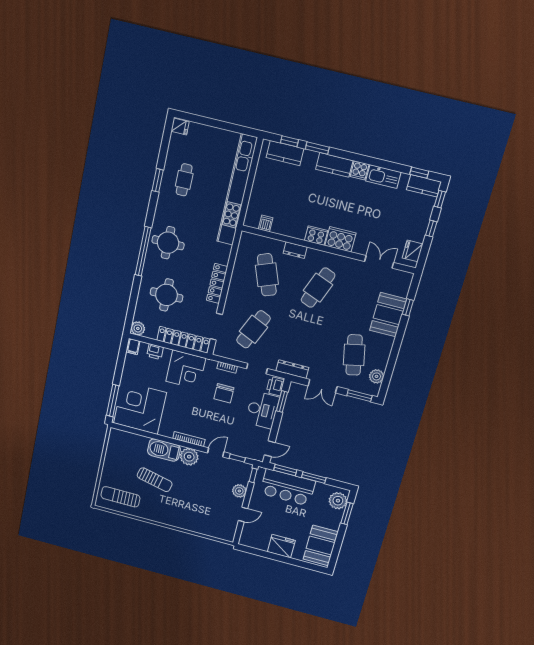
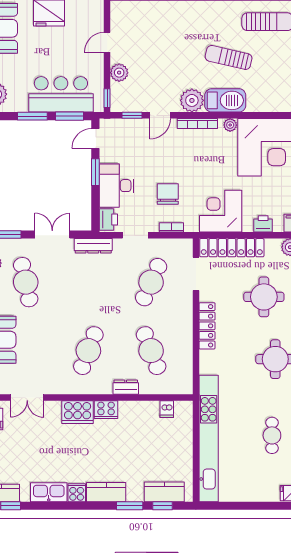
window: (282, 401) -> (95, 172), moved
plant: (164, 431) -> (230, 125), added

